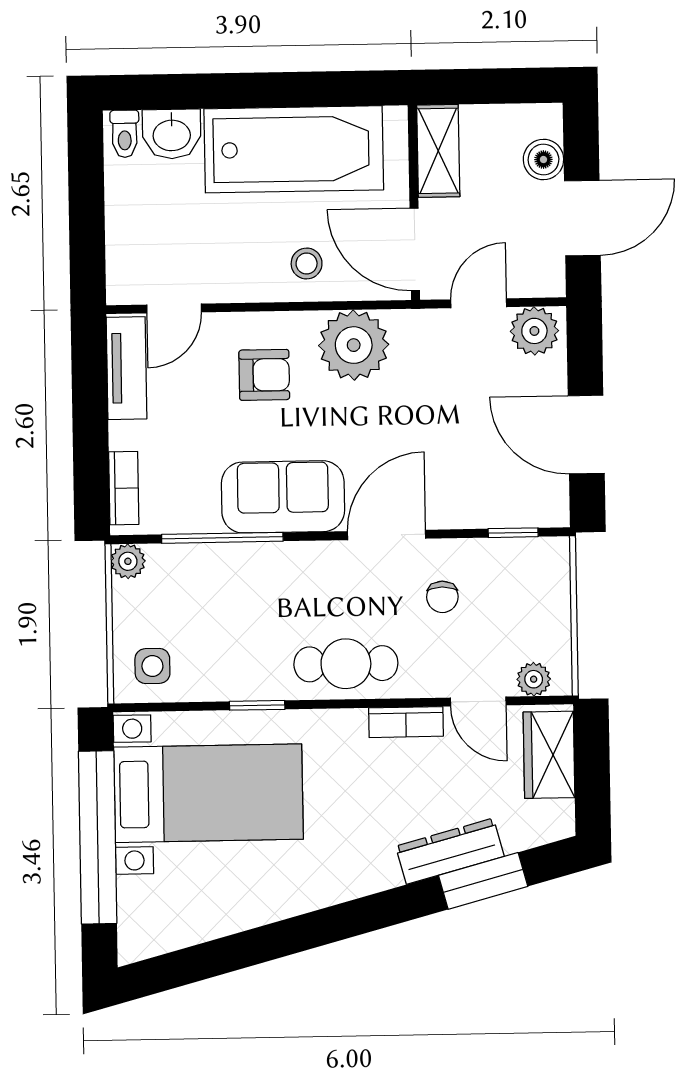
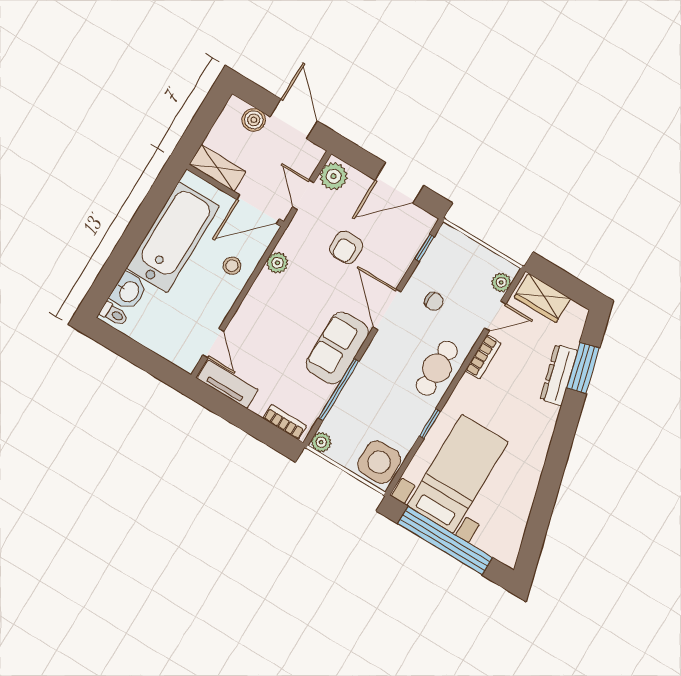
plant: (354, 345) -> (278, 263), width x0.53, depth x0.53
armchair: (264, 375) -> (346, 247), moved, turned 180
side table: (152, 666) -> (379, 462), width x1.87, depth x1.87

